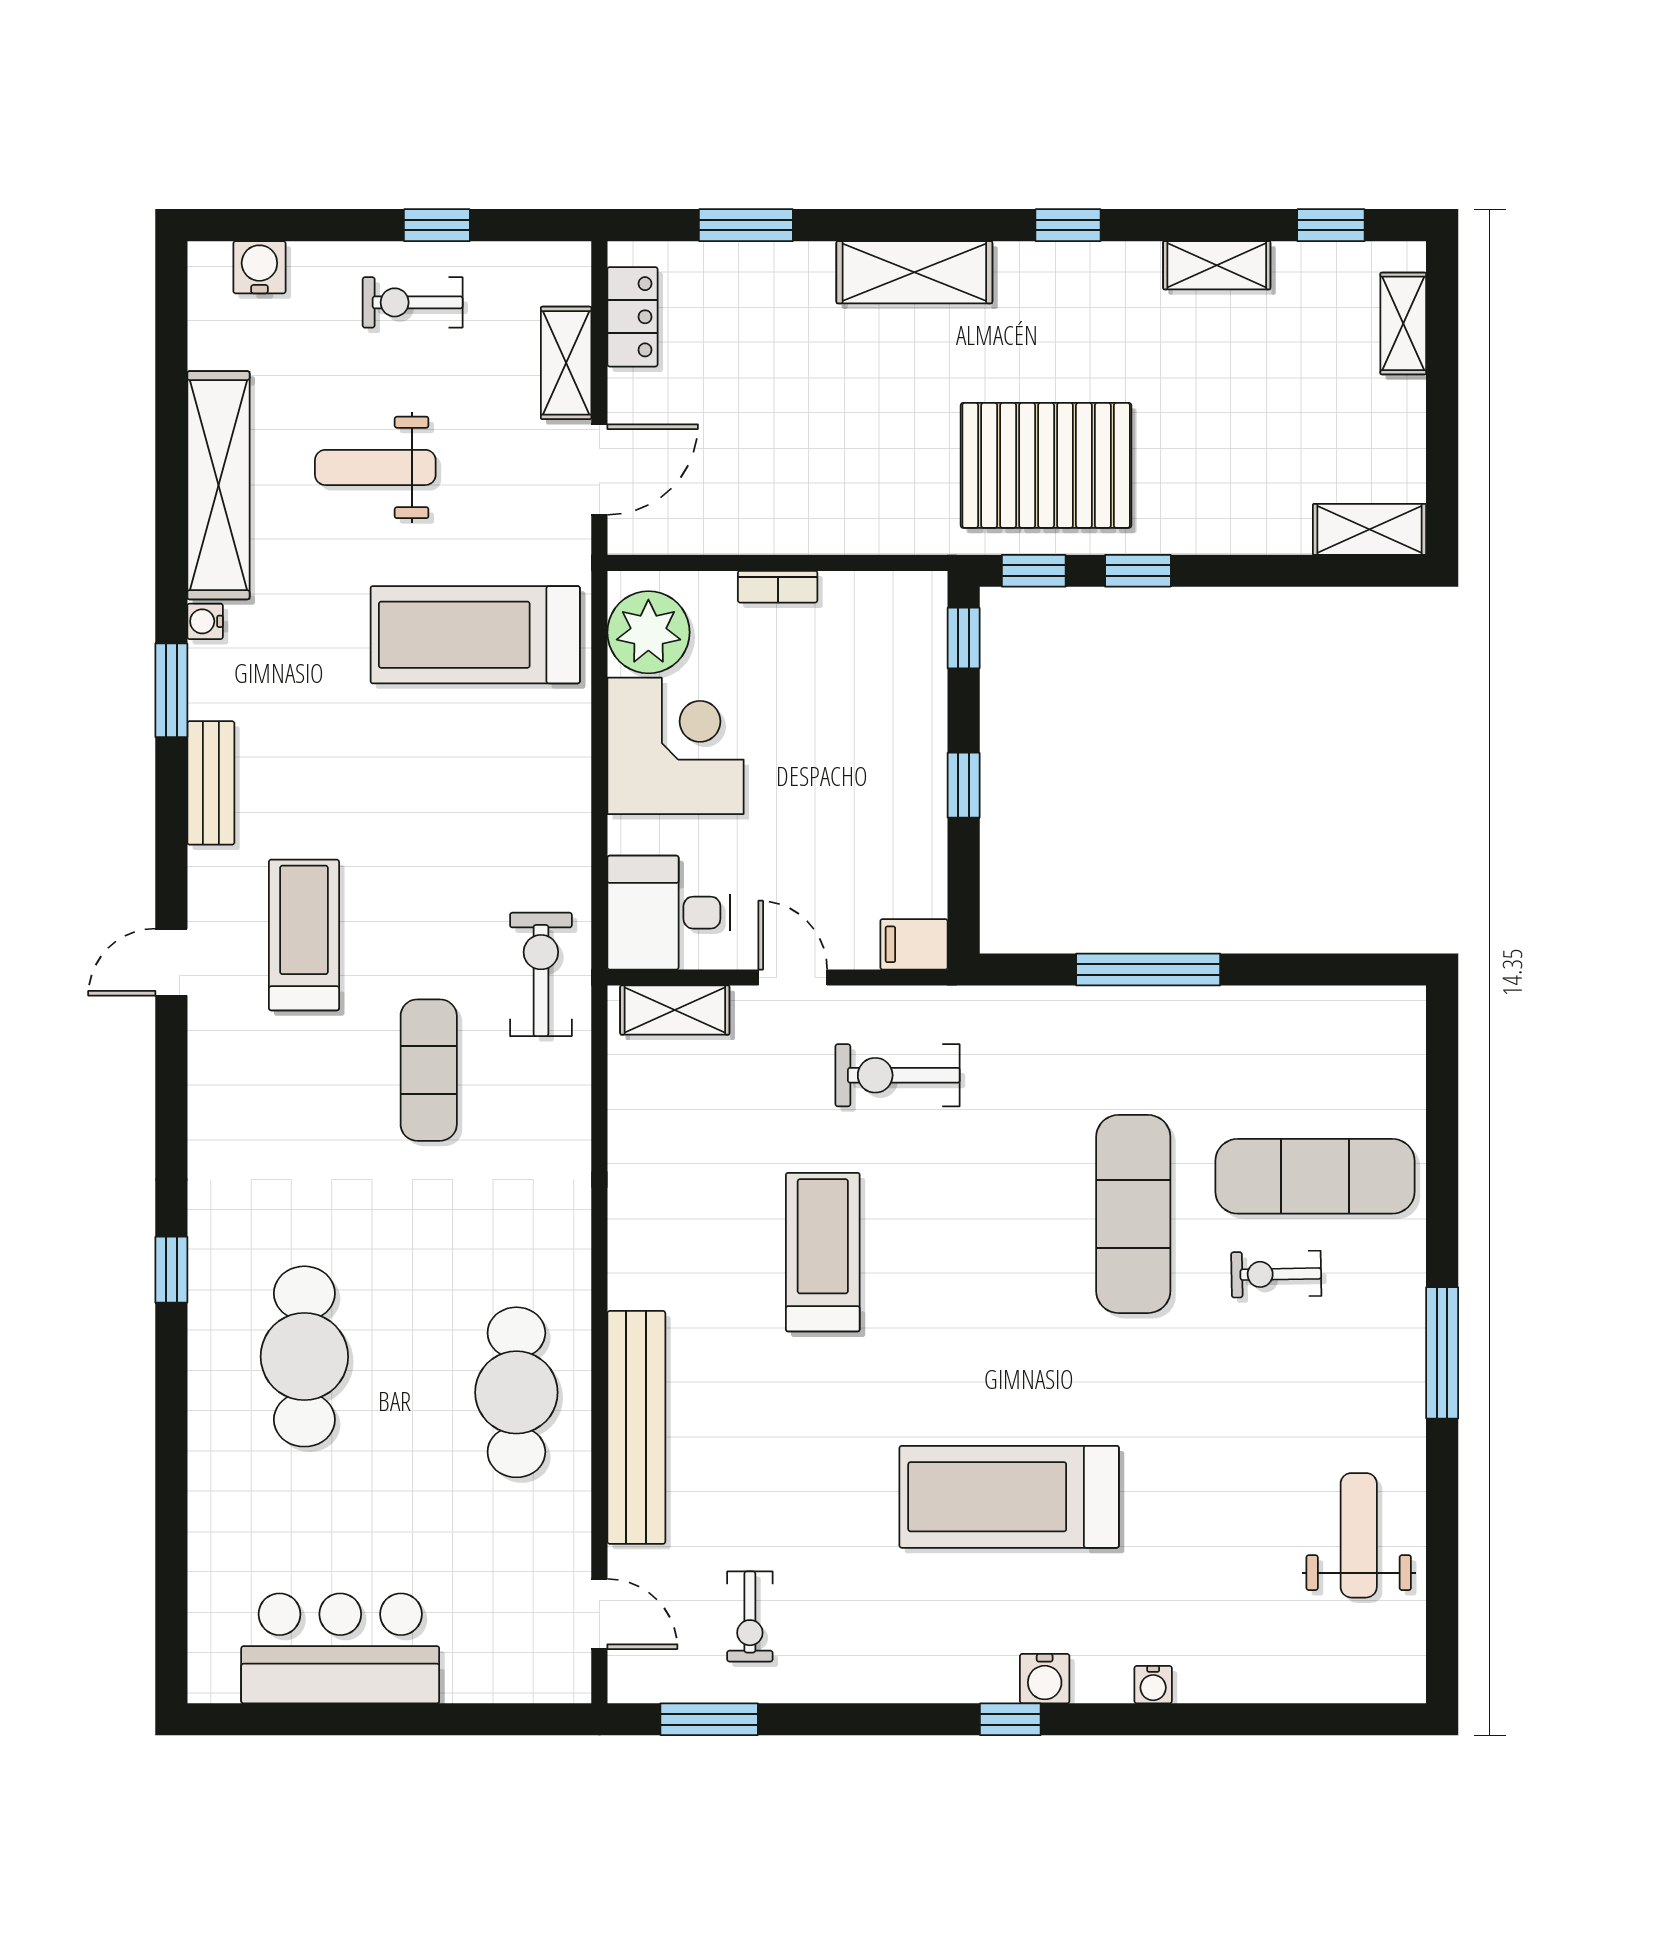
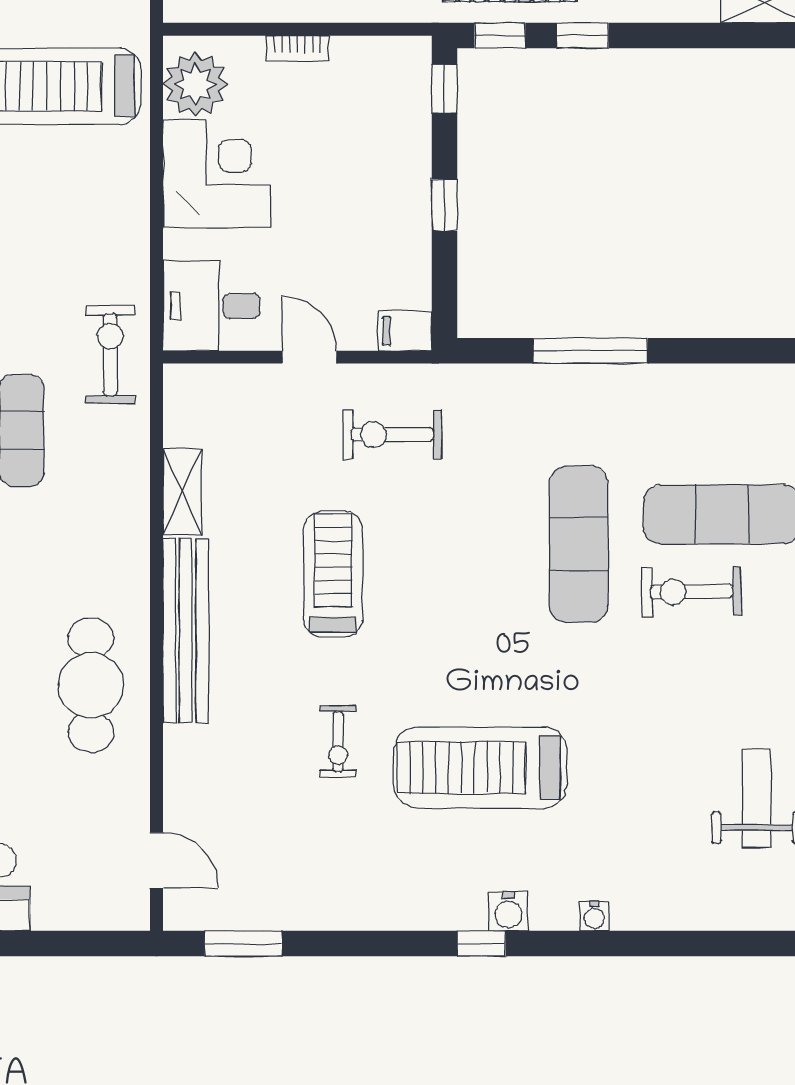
shelving: (675, 1010) -> (182, 492), moved, turned 90
exercise bike: (1276, 1274) -> (692, 592), width x1.38, depth x1.39
bench: (636, 1427) -> (186, 631), moved
exercise bike: (750, 1616) -> (338, 742), moved

